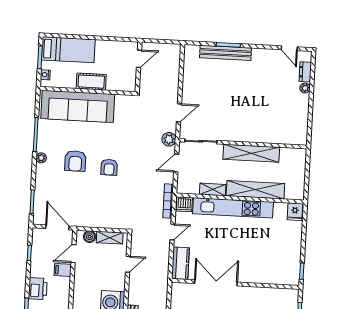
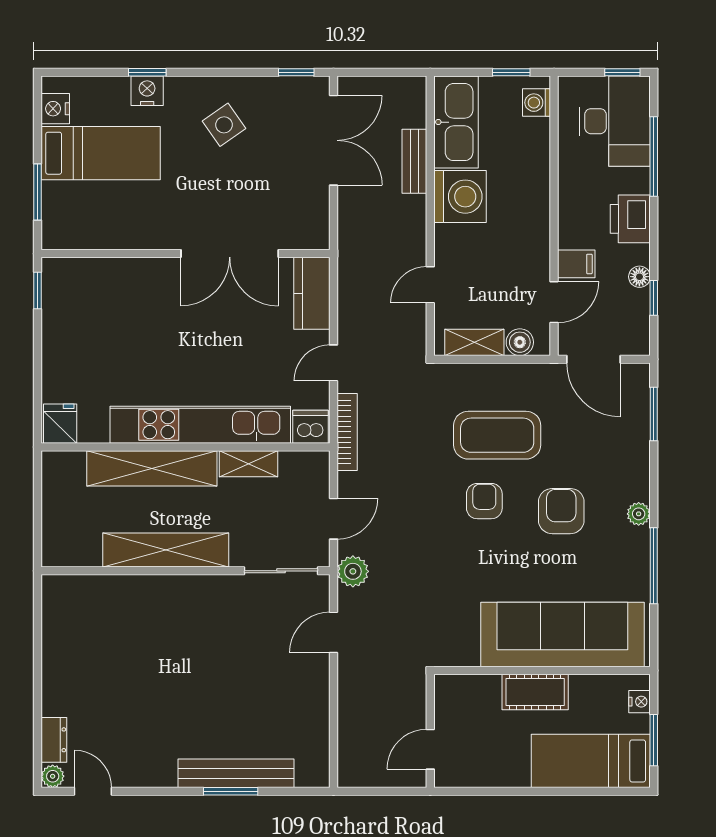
plant: (305, 88) -> (53, 776), moved
coffee table: (102, 196) -> (497, 435), added
floor lamp: (35, 263) -> (639, 277), added

